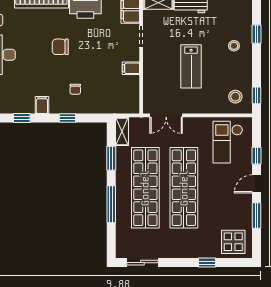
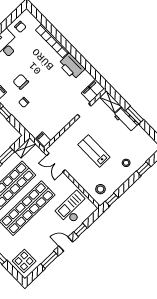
chair: (60, 47) -> (21, 82), moved
lab bench: (191, 66) -> (94, 151), turned 90
filing cabinet: (131, 68) -> (43, 139), moved

